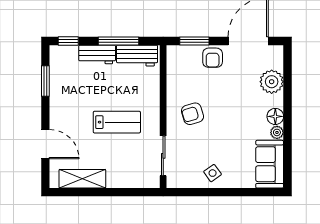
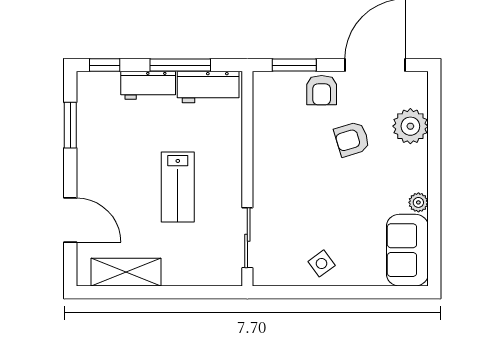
armchair: (192, 114) -> (352, 139), moved
floor lamp: (275, 116) -> (416, 178), removed
lab bench: (117, 122) -> (178, 187), turned 90

